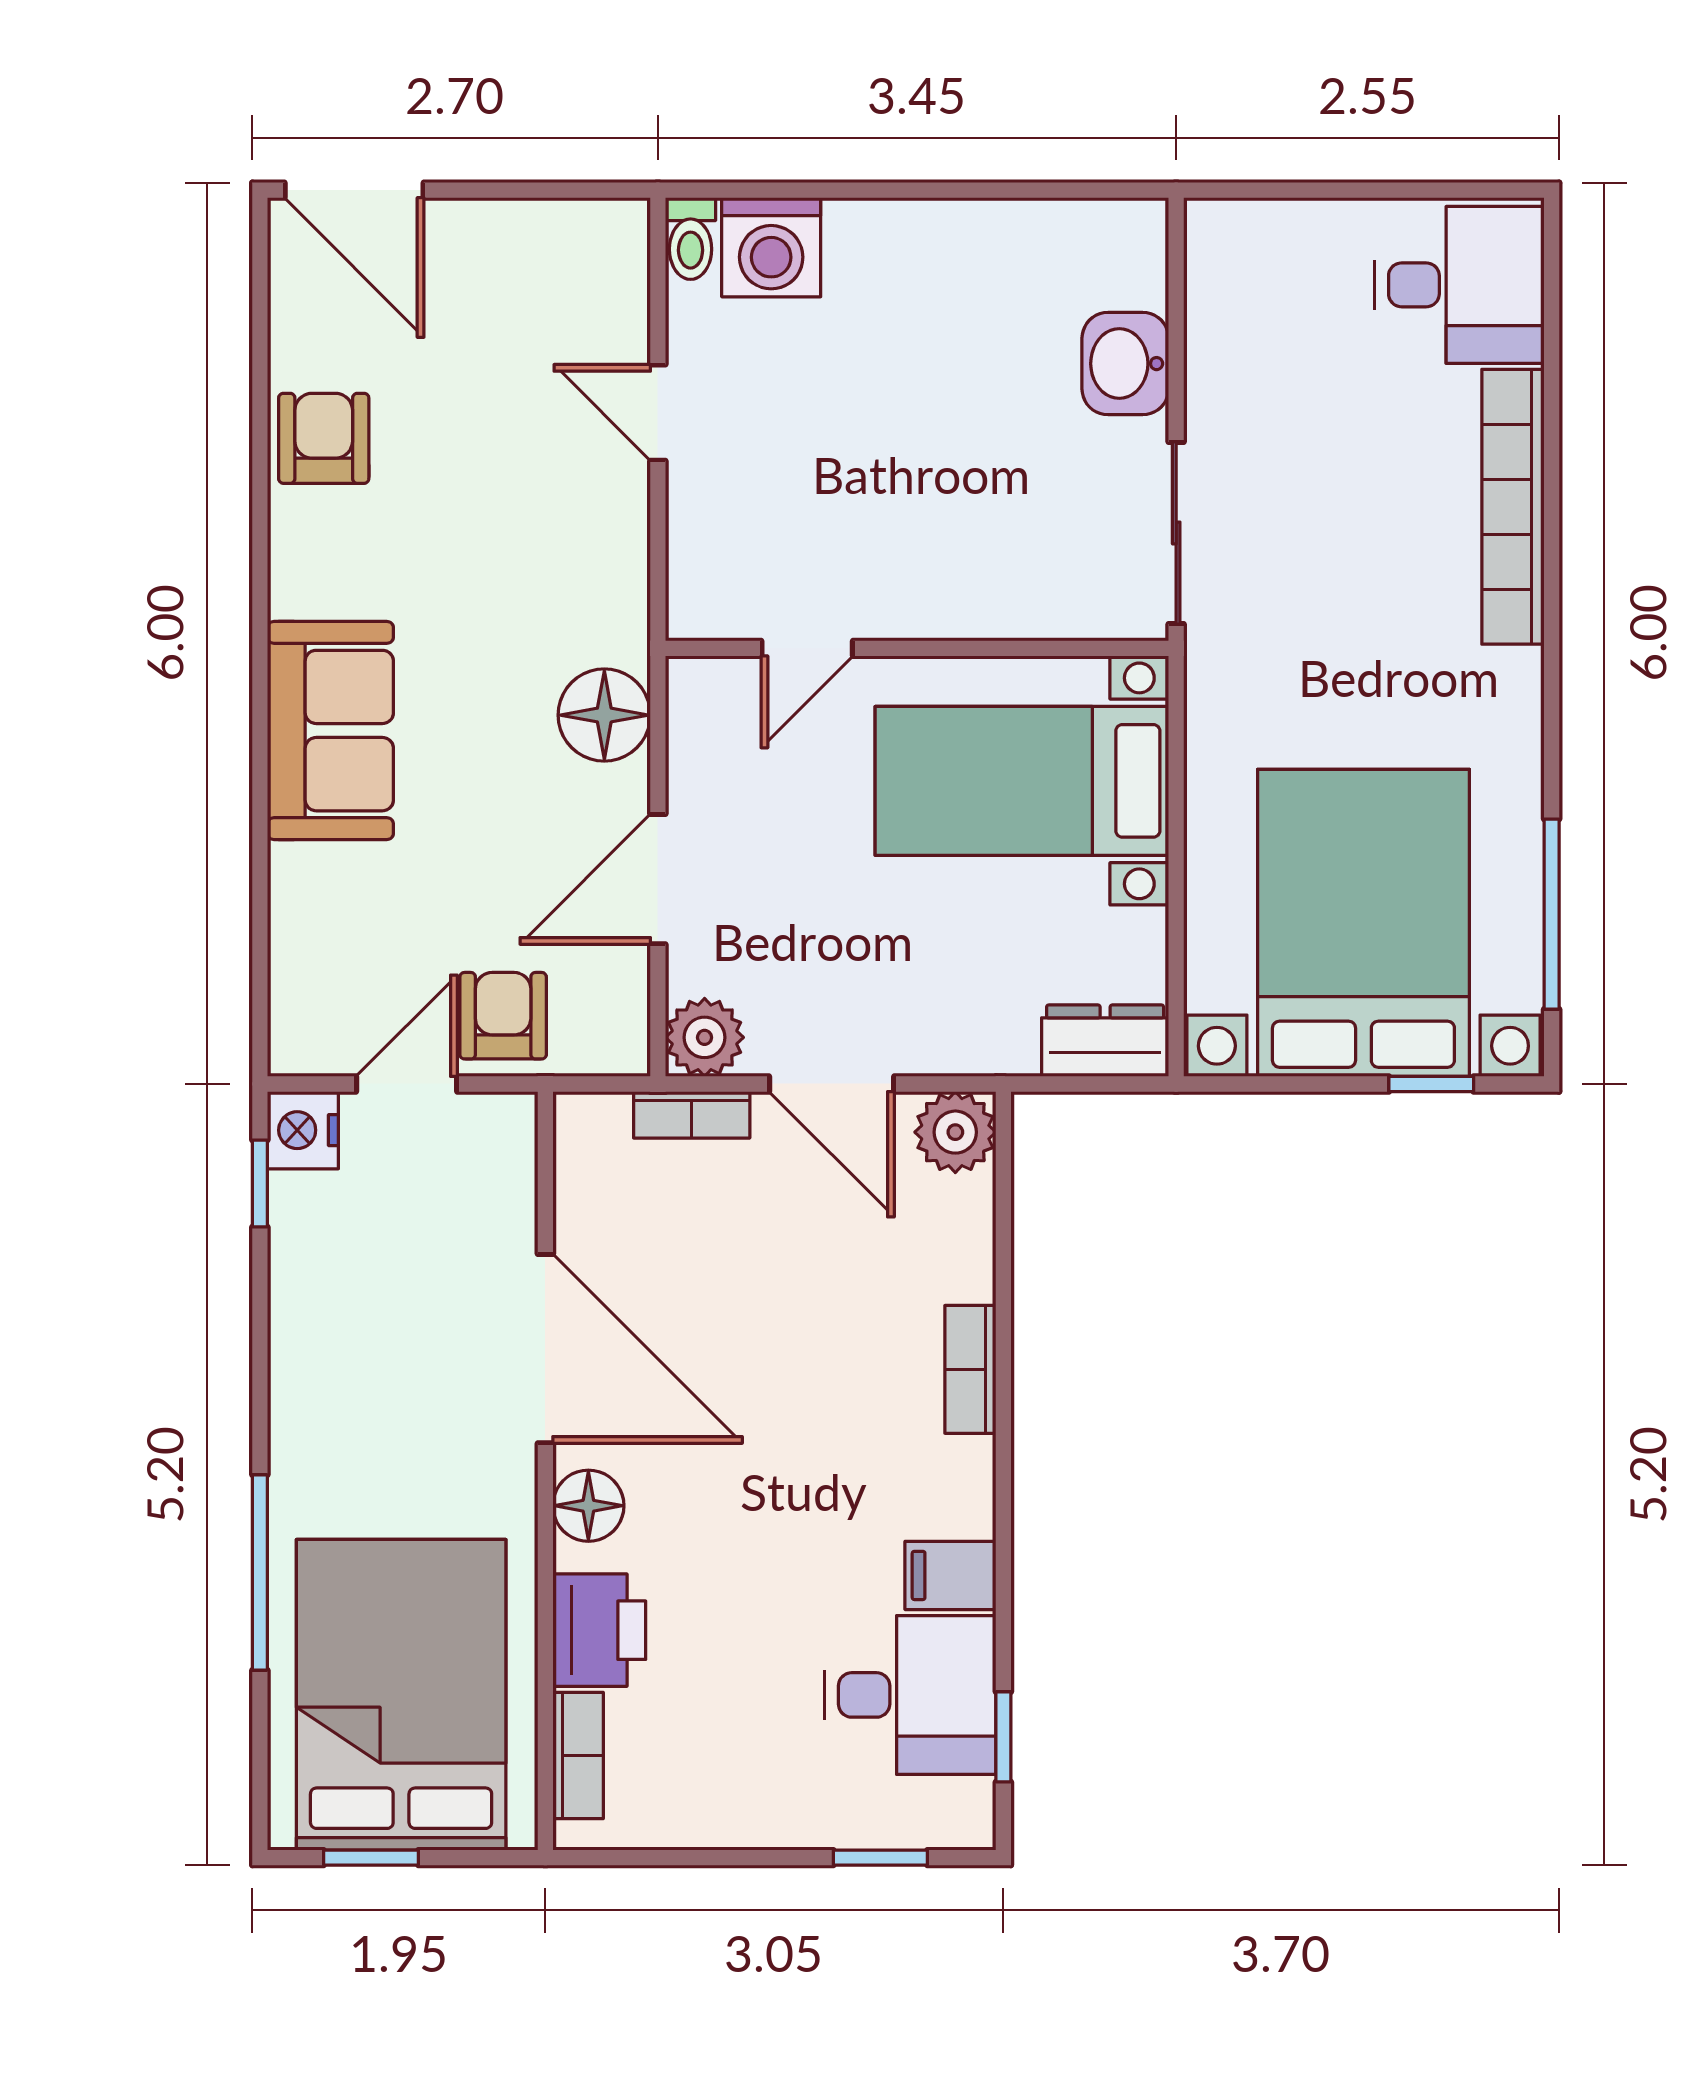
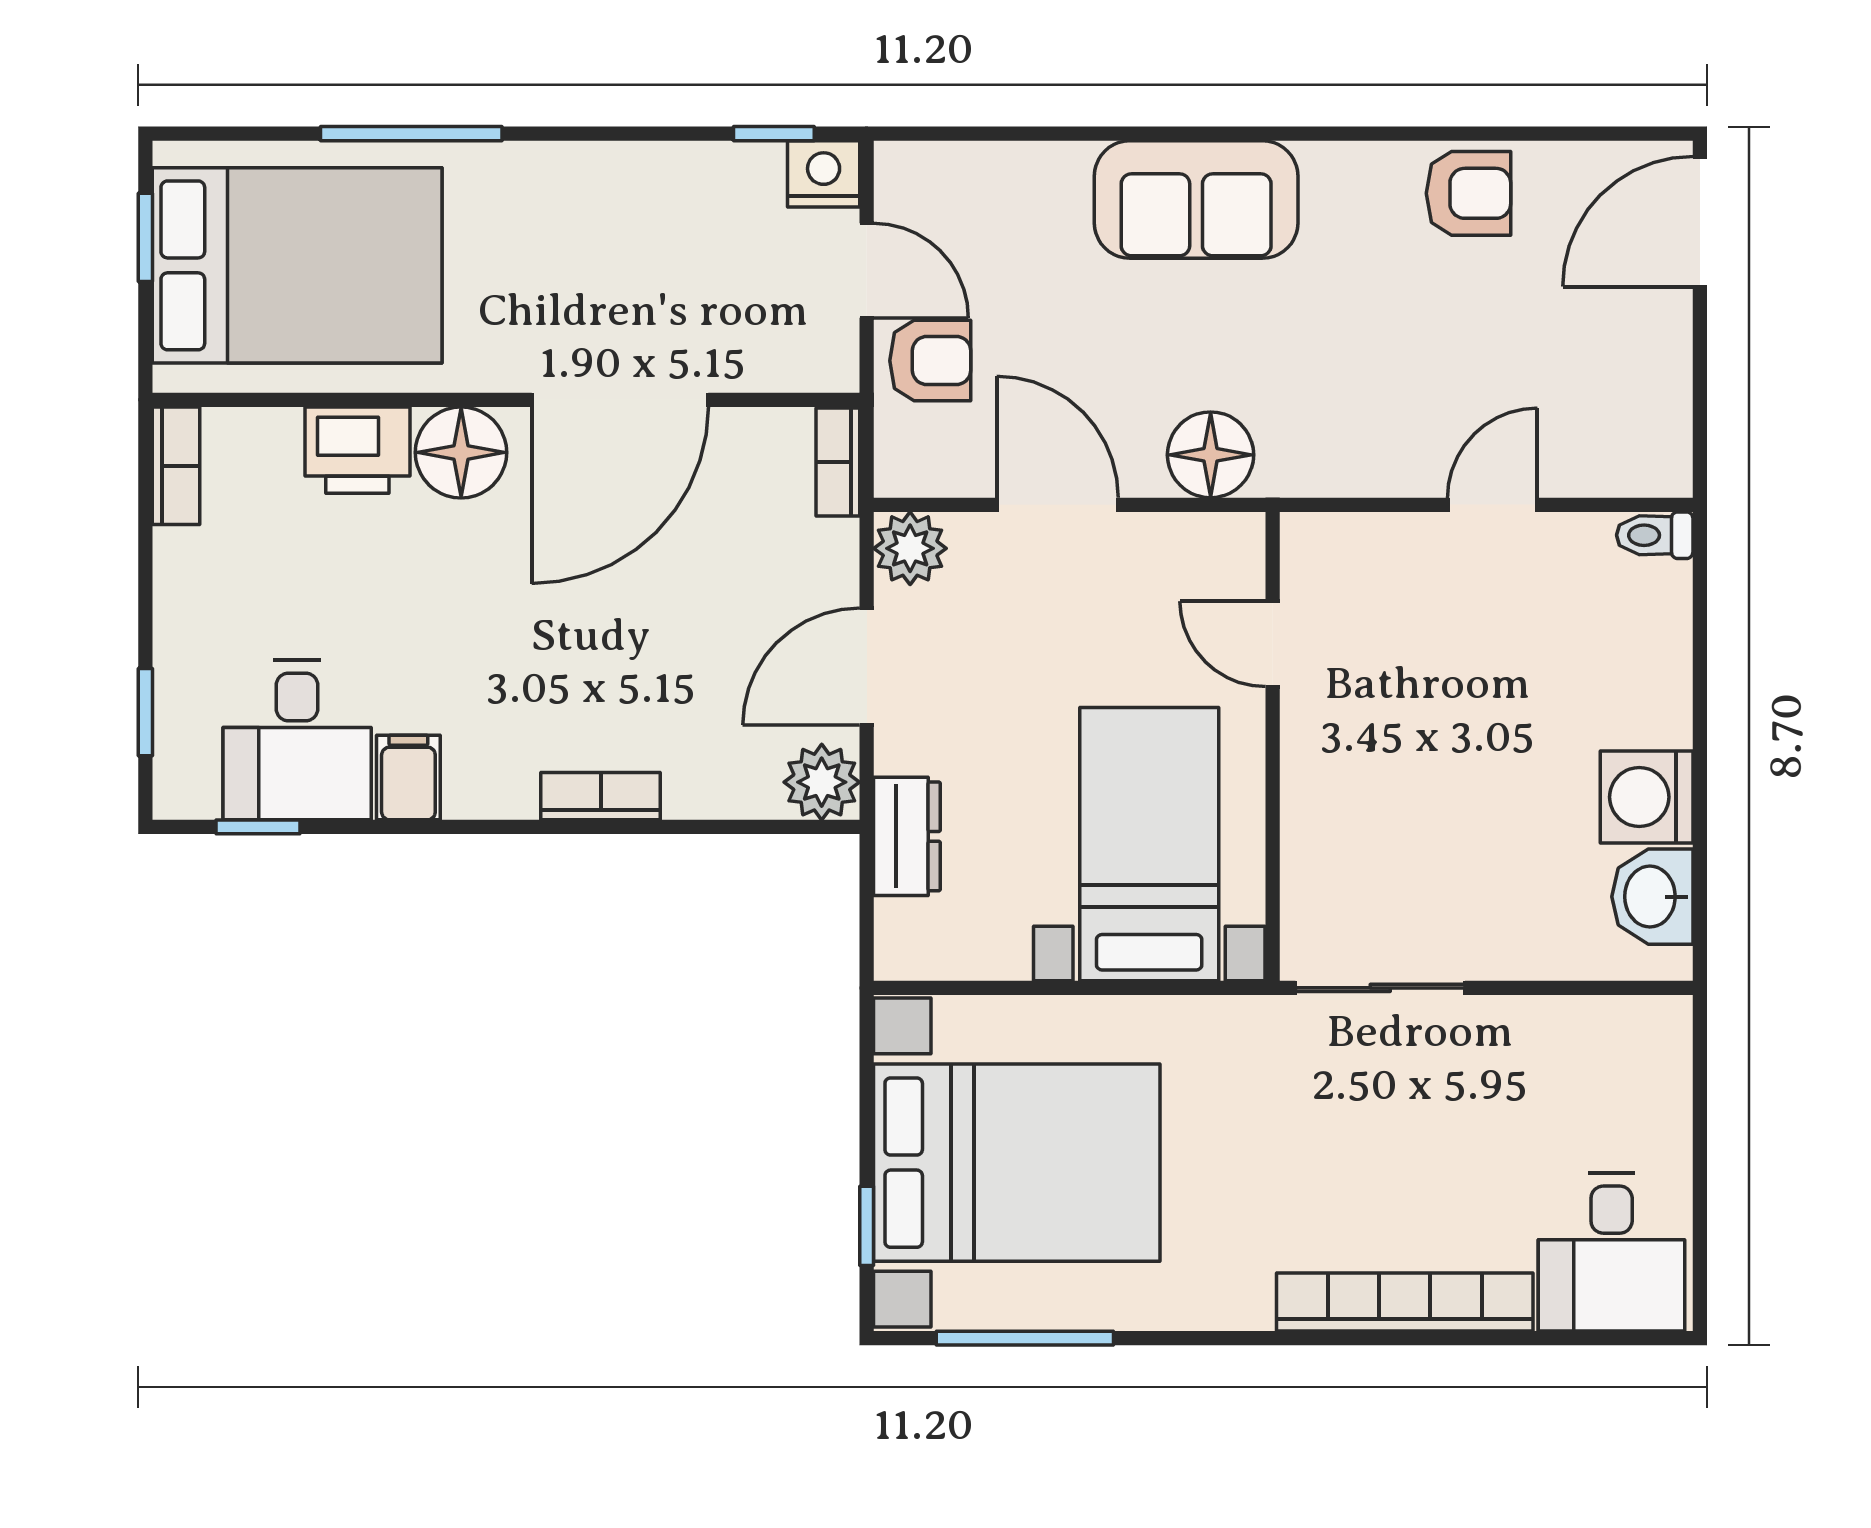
washing machine: (771, 247) -> (1647, 797), moved
washbasin: (1125, 364) -> (1652, 897), moved, turned -90
dresser: (1105, 1041) -> (907, 836), moved
bookcase: (692, 1115) -> (838, 462), moved
floor lamp: (588, 1506) -> (461, 452), width x1.38, depth x1.38
bookcase: (578, 1756) -> (176, 466), moved, turned -90

